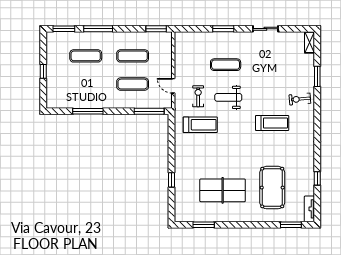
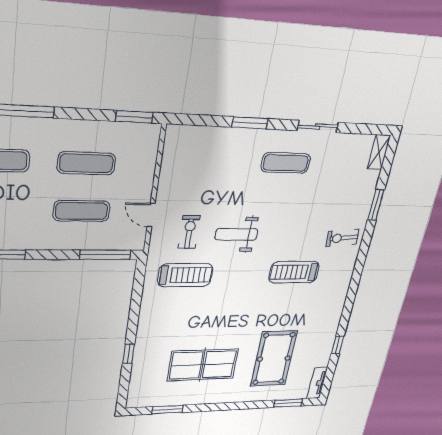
exercise mat: (226, 65) -> (286, 163), moved
treadmill: (272, 123) -> (294, 272), turned 180

